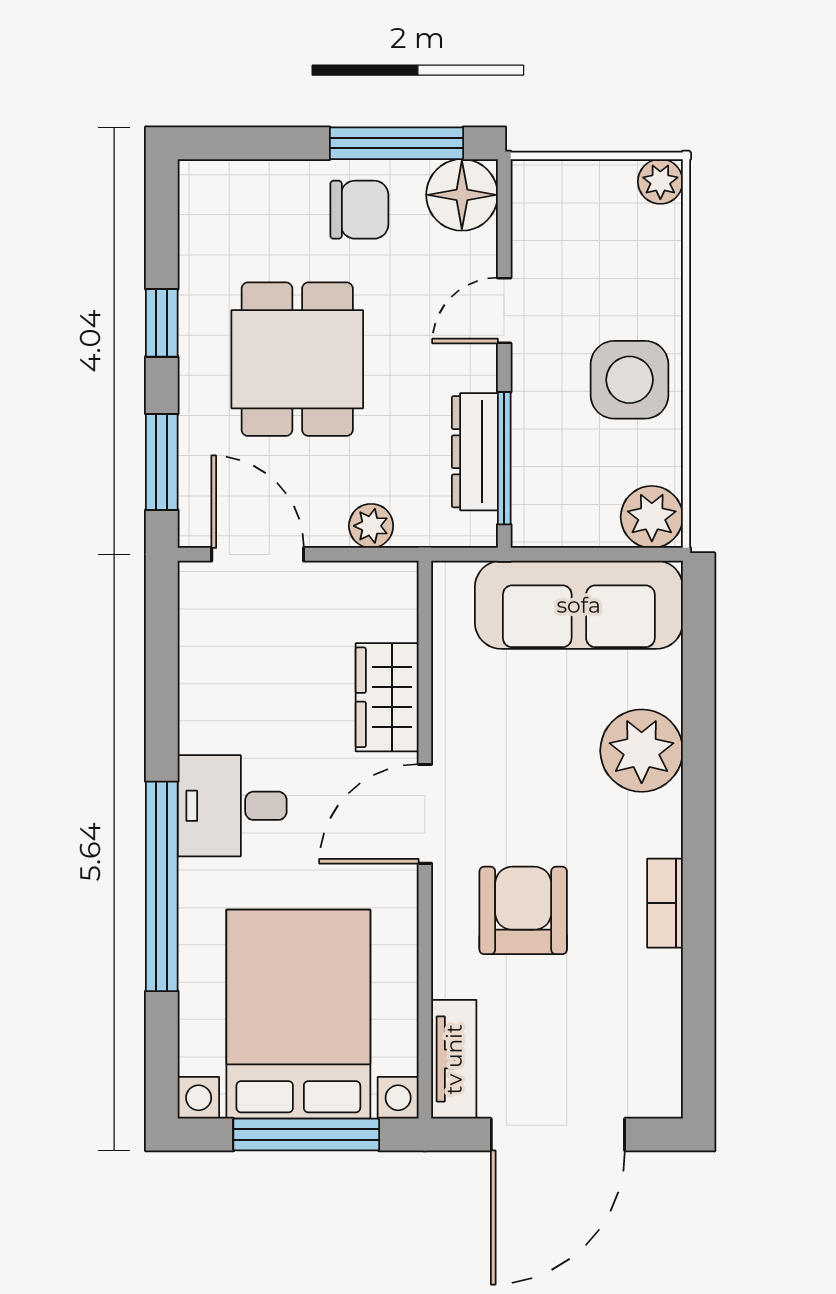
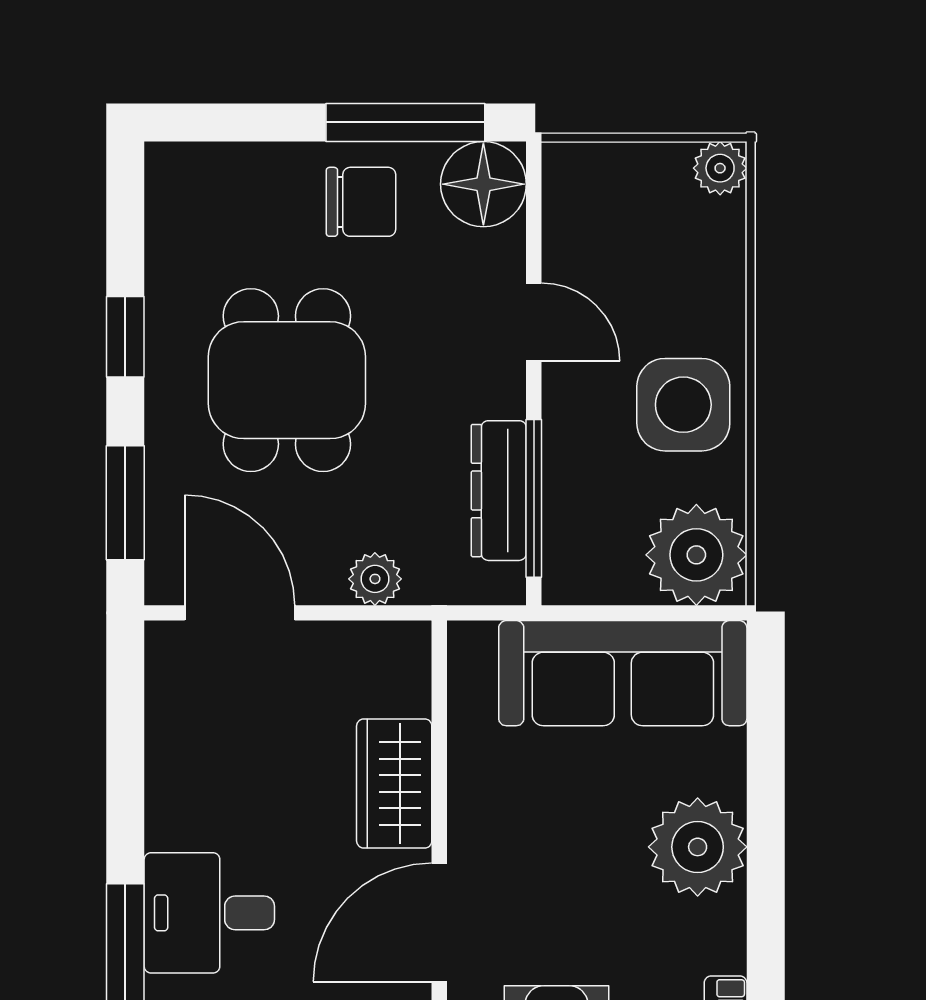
door: (504, 310) -> (534, 322), swing flipped
plant: (652, 517) -> (696, 555), width x1.36, depth x1.36

